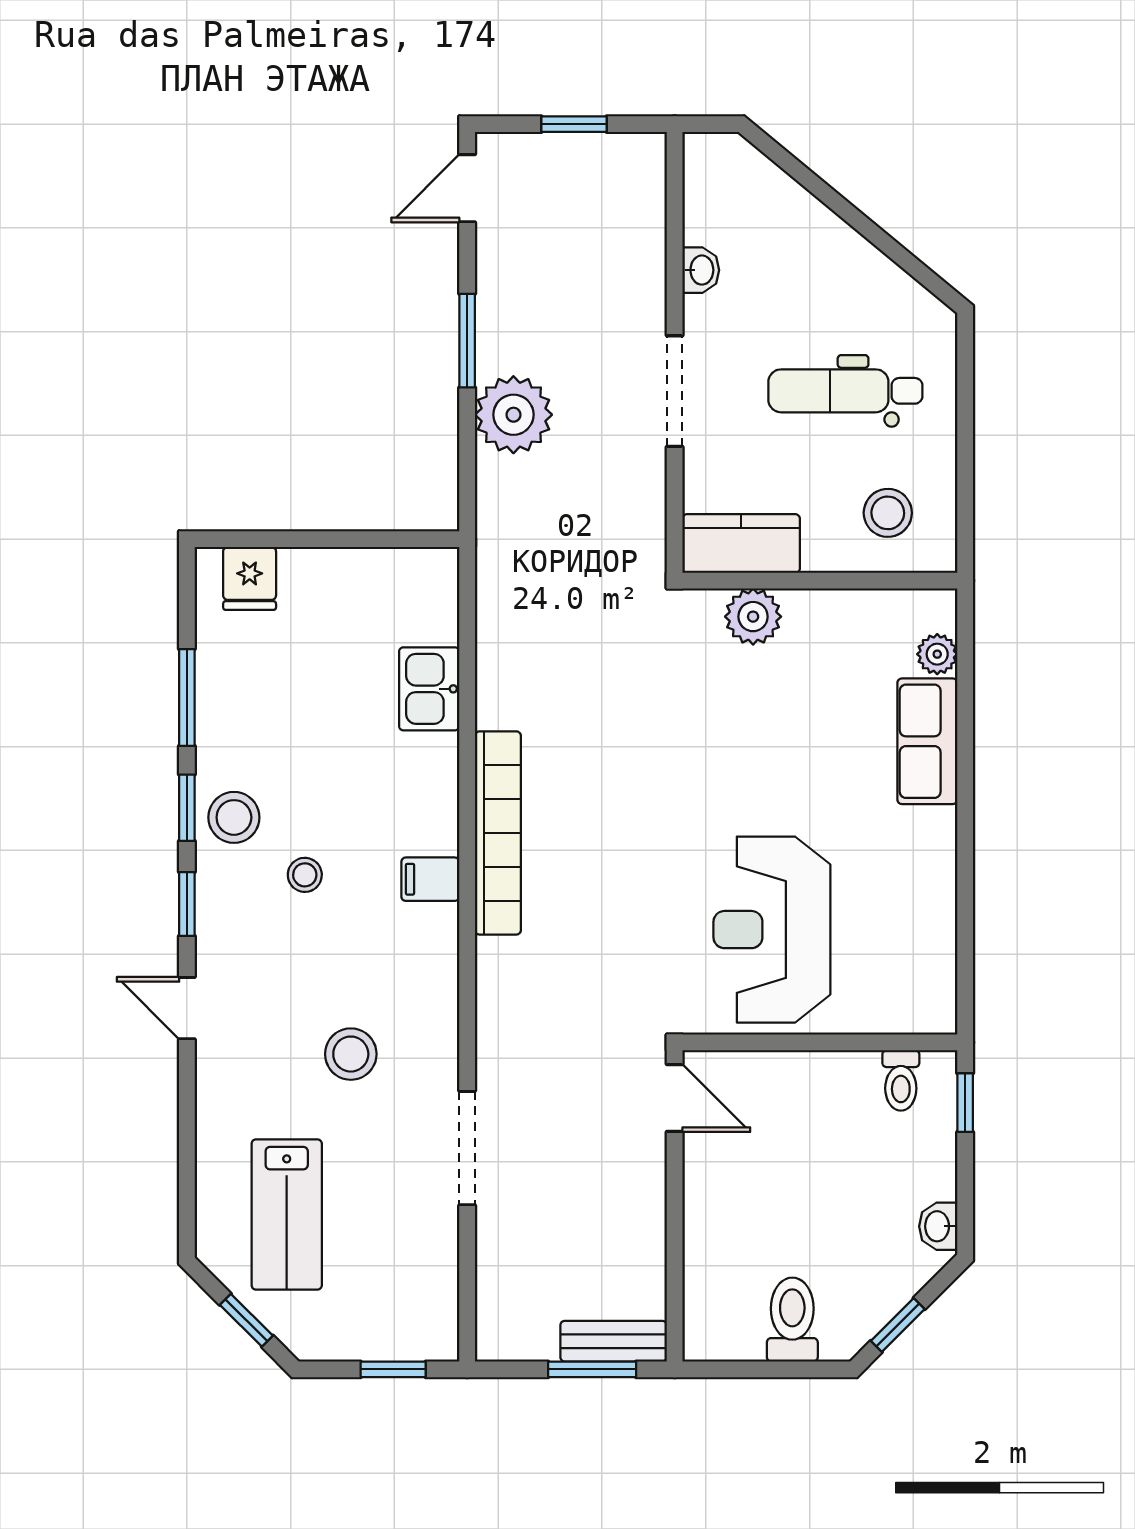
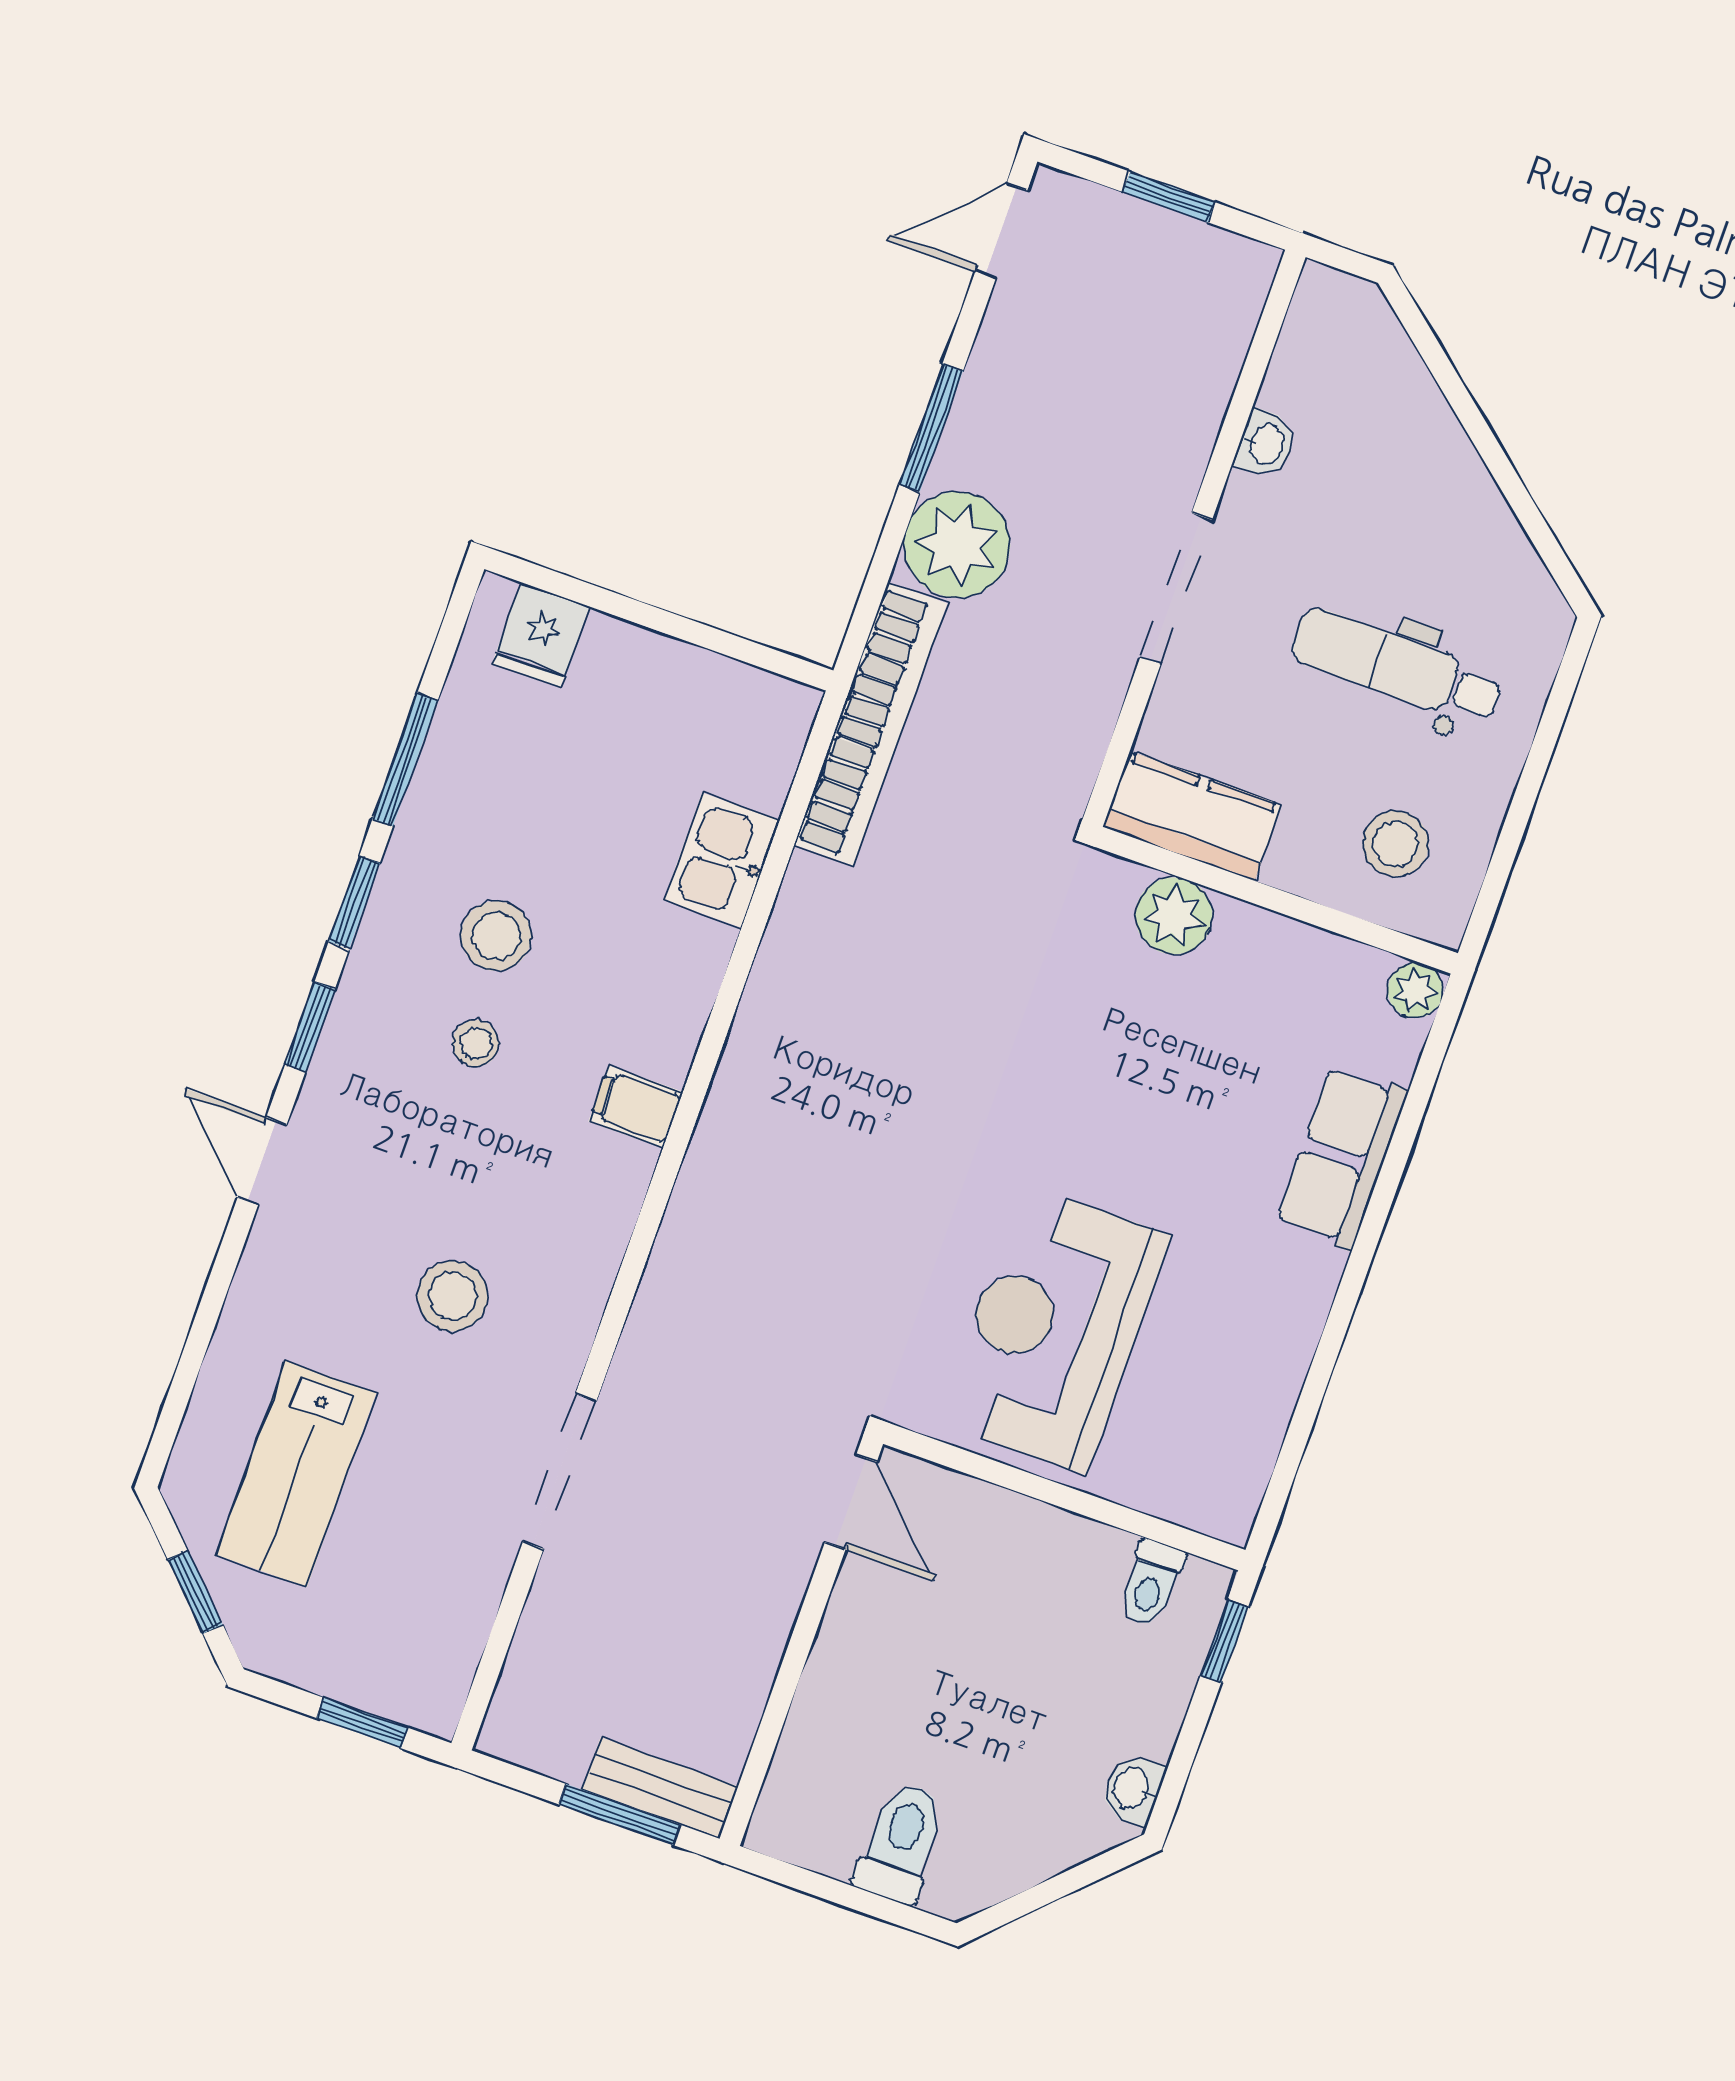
plant: (937, 654) -> (1415, 990), moved
stool: (234, 817) -> (496, 936), moved
bookcase: (498, 833) -> (871, 724), moved
window: (898, 1325) -> (1035, 1898), removed

